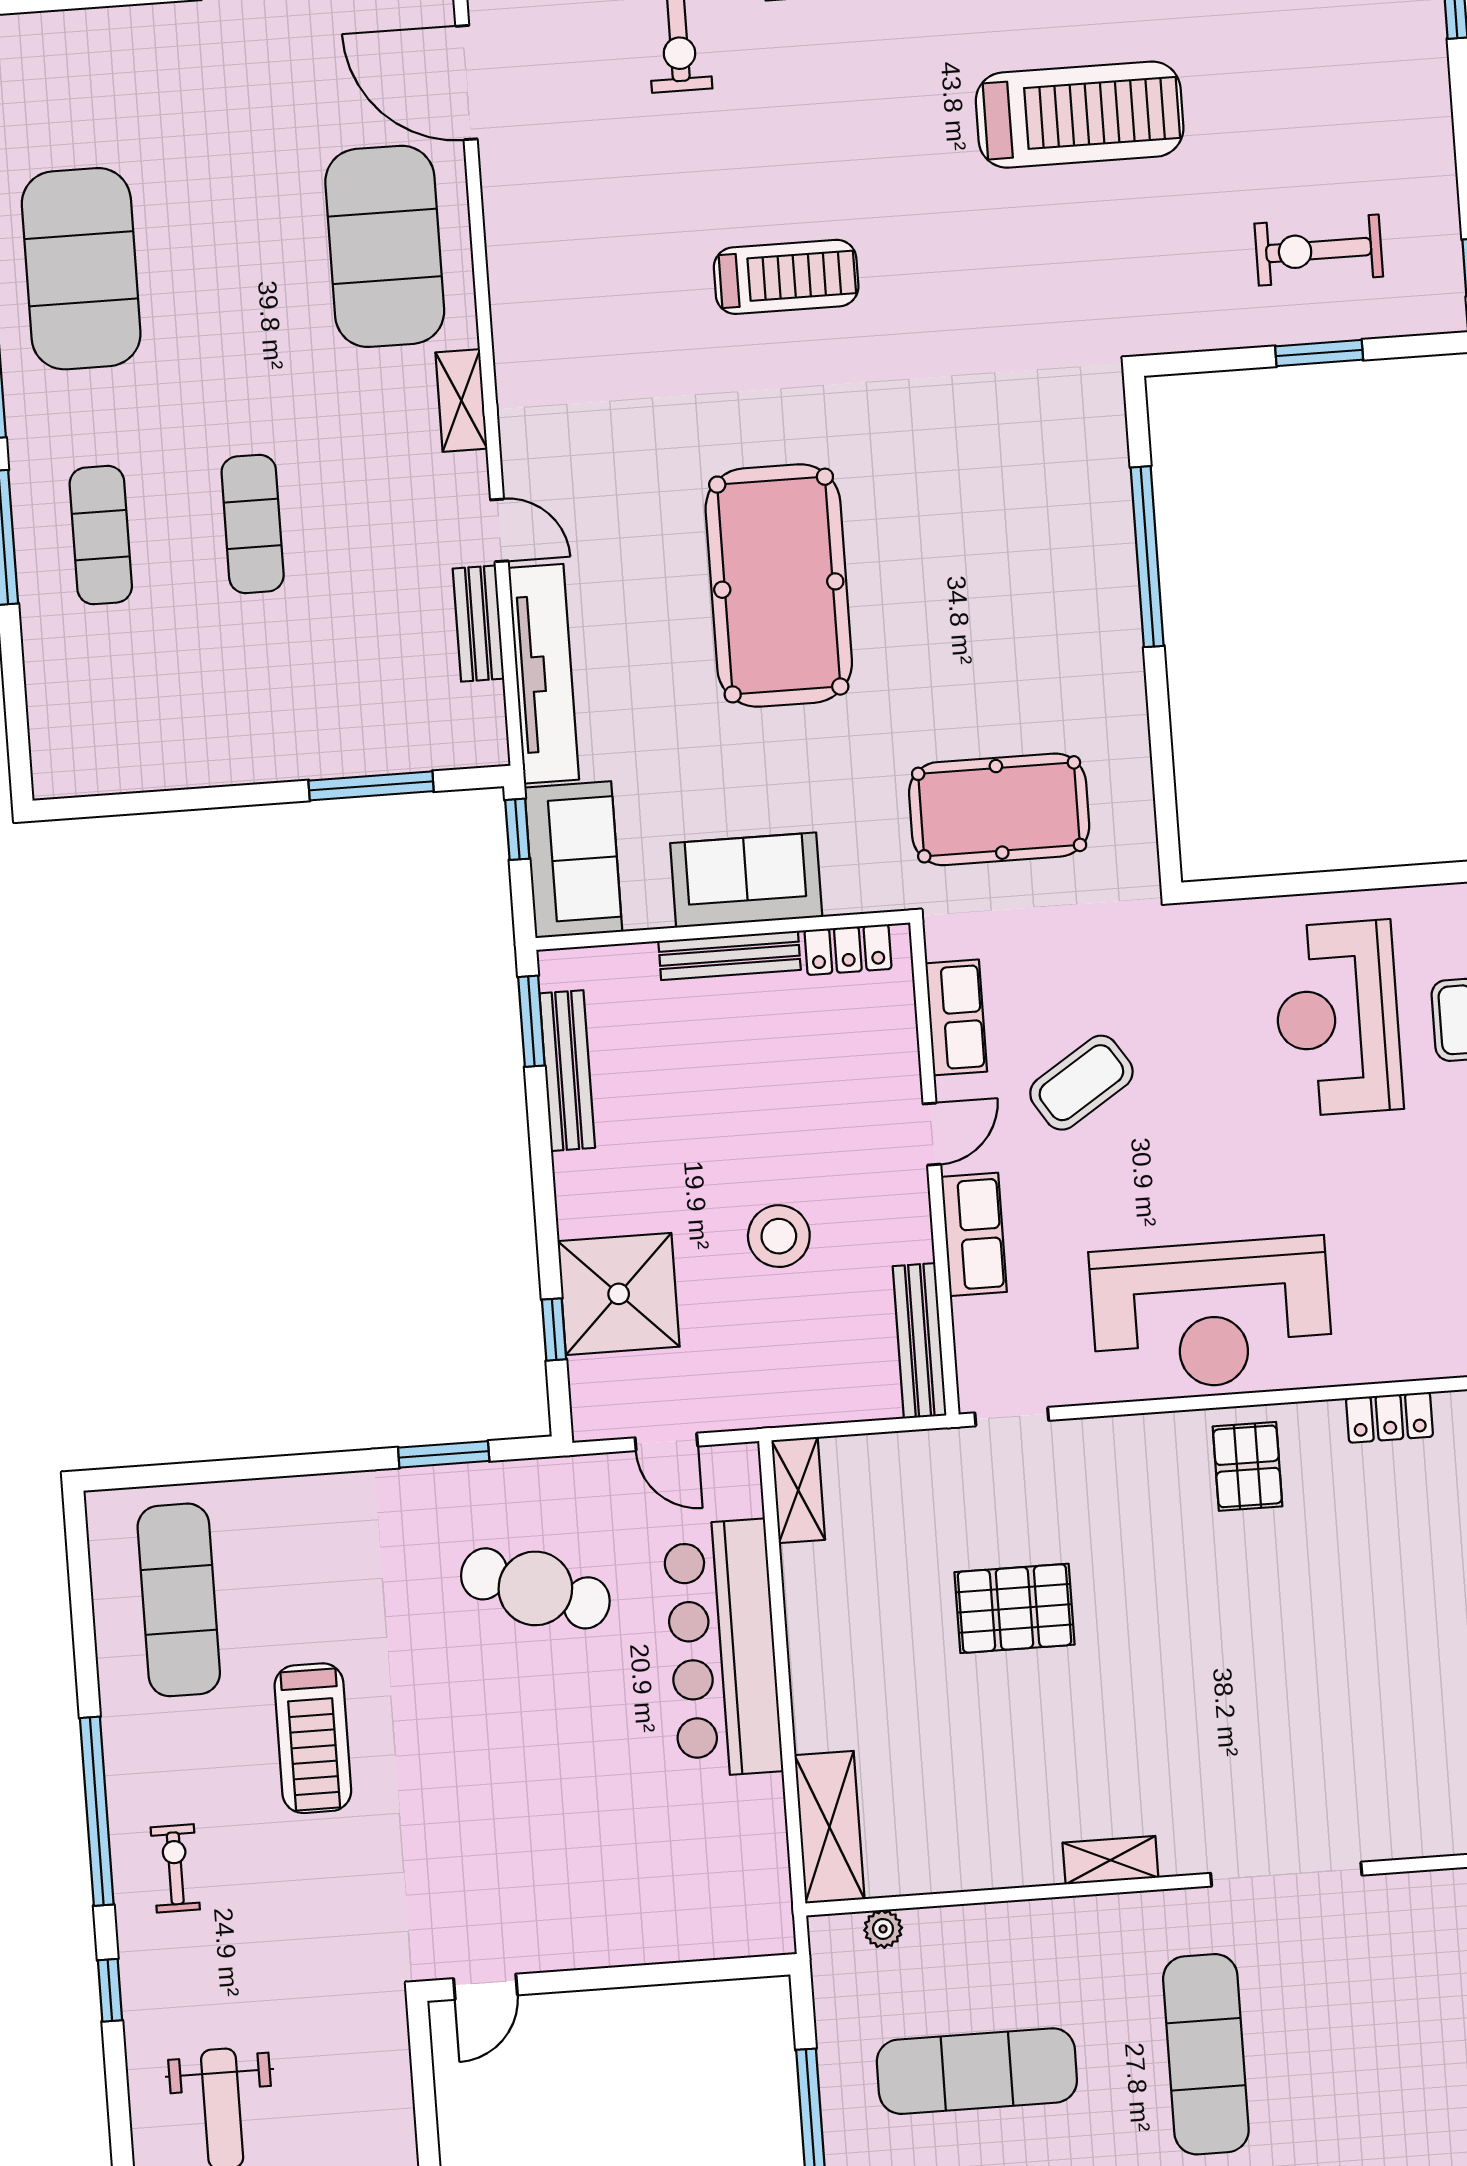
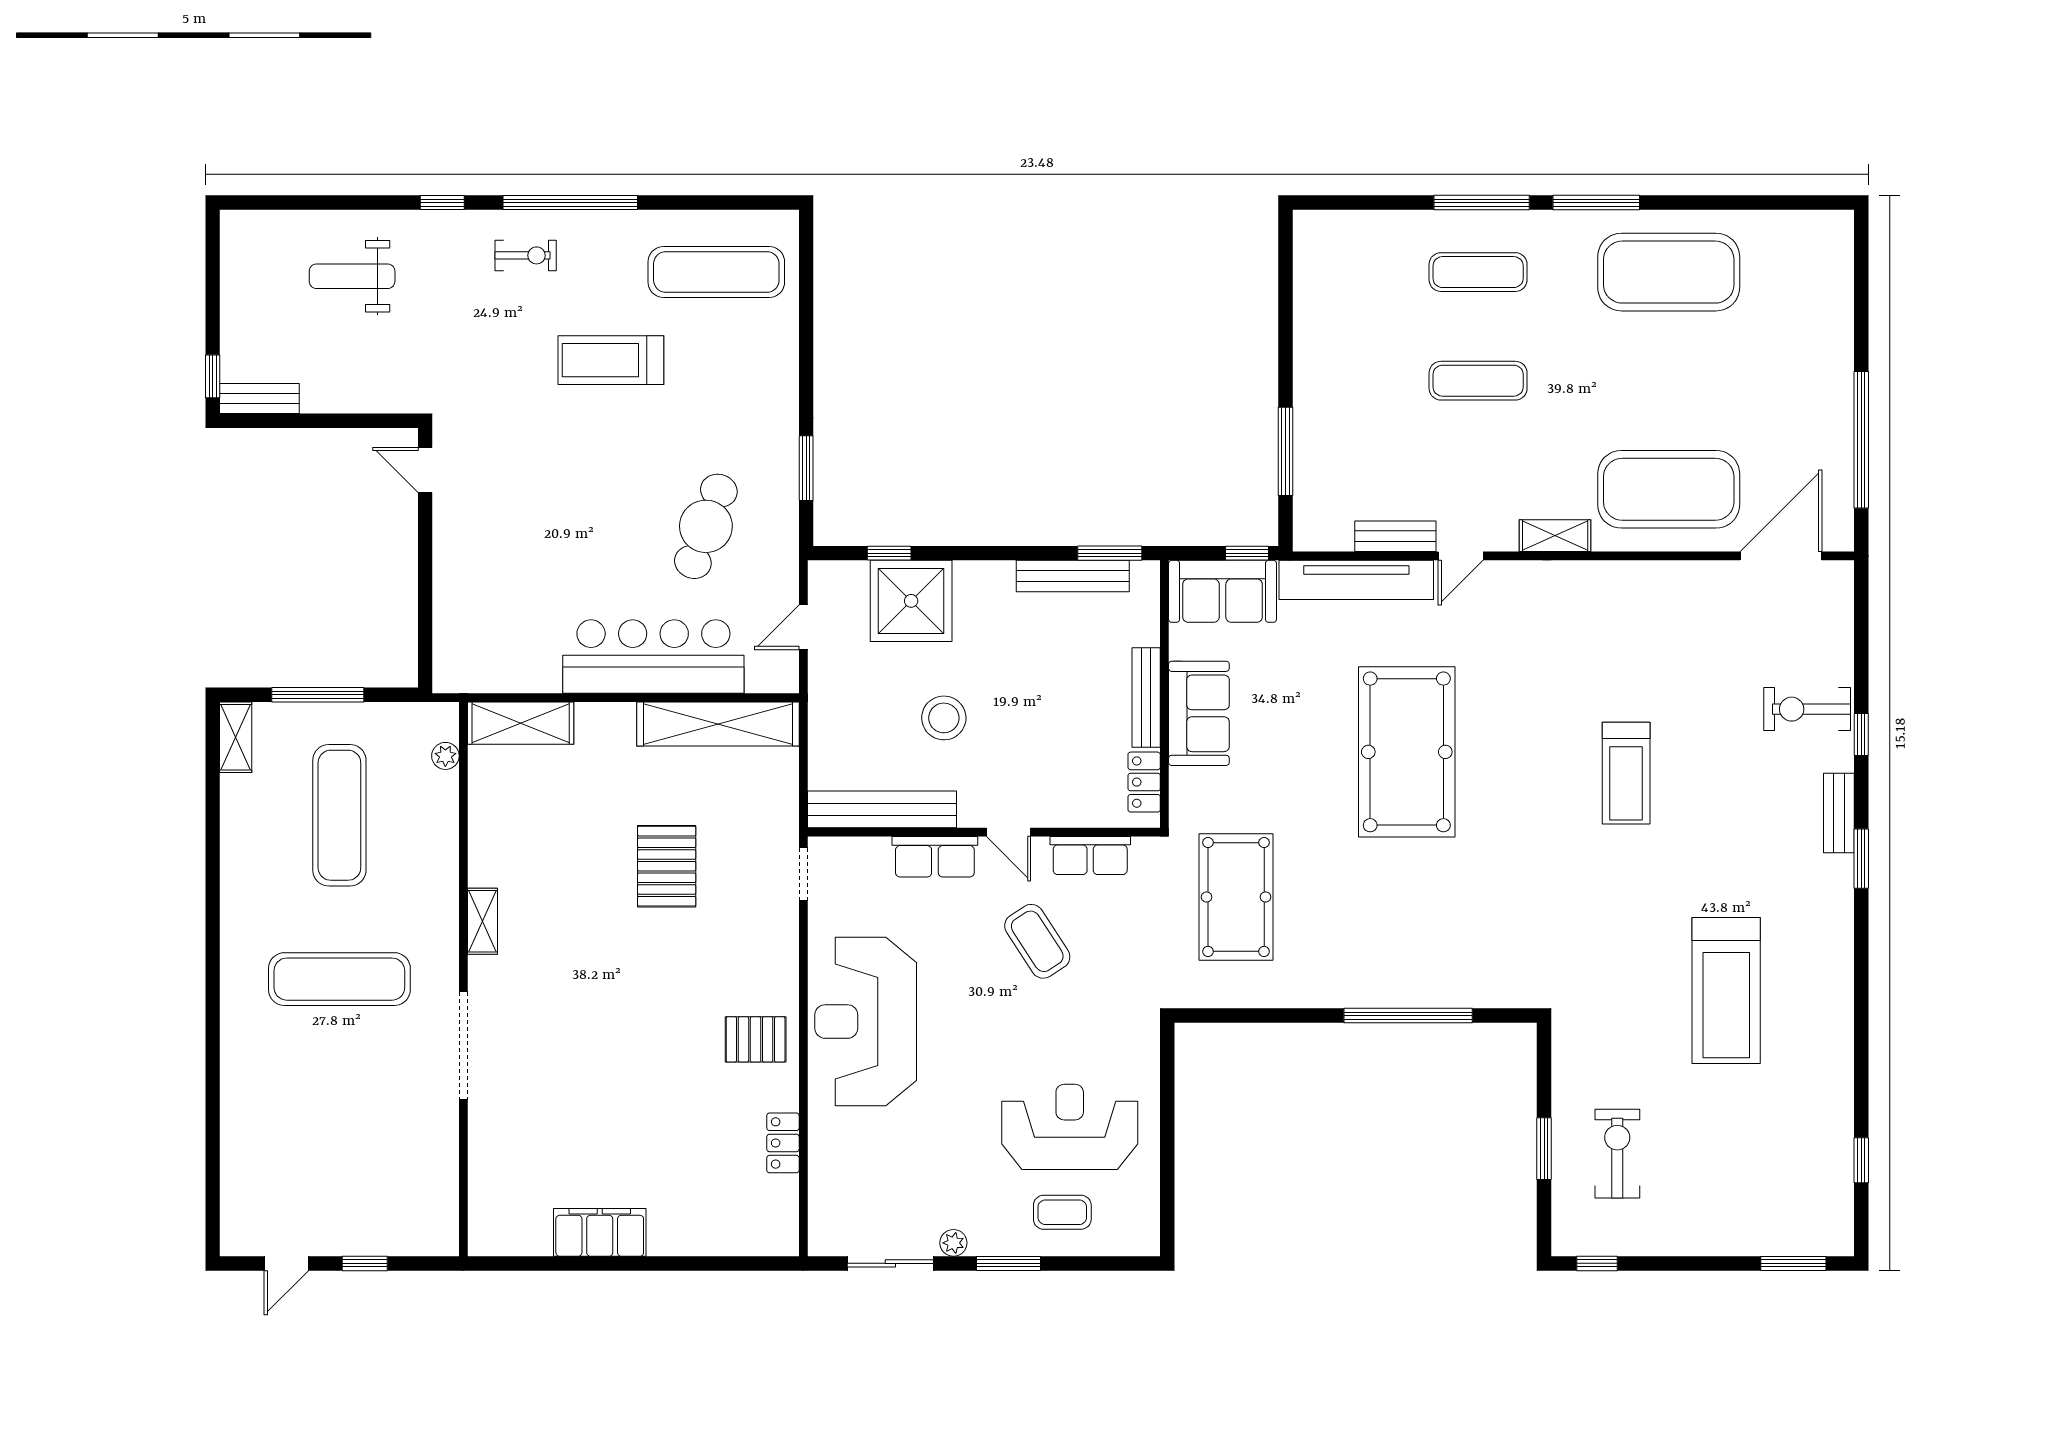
pool table: (779, 586) -> (1407, 752), turned 90
bench: (920, 1341) -> (882, 809), width x1.37, depth x1.21
shelving: (798, 1490) -> (718, 724), width x2.20, depth x1.33

